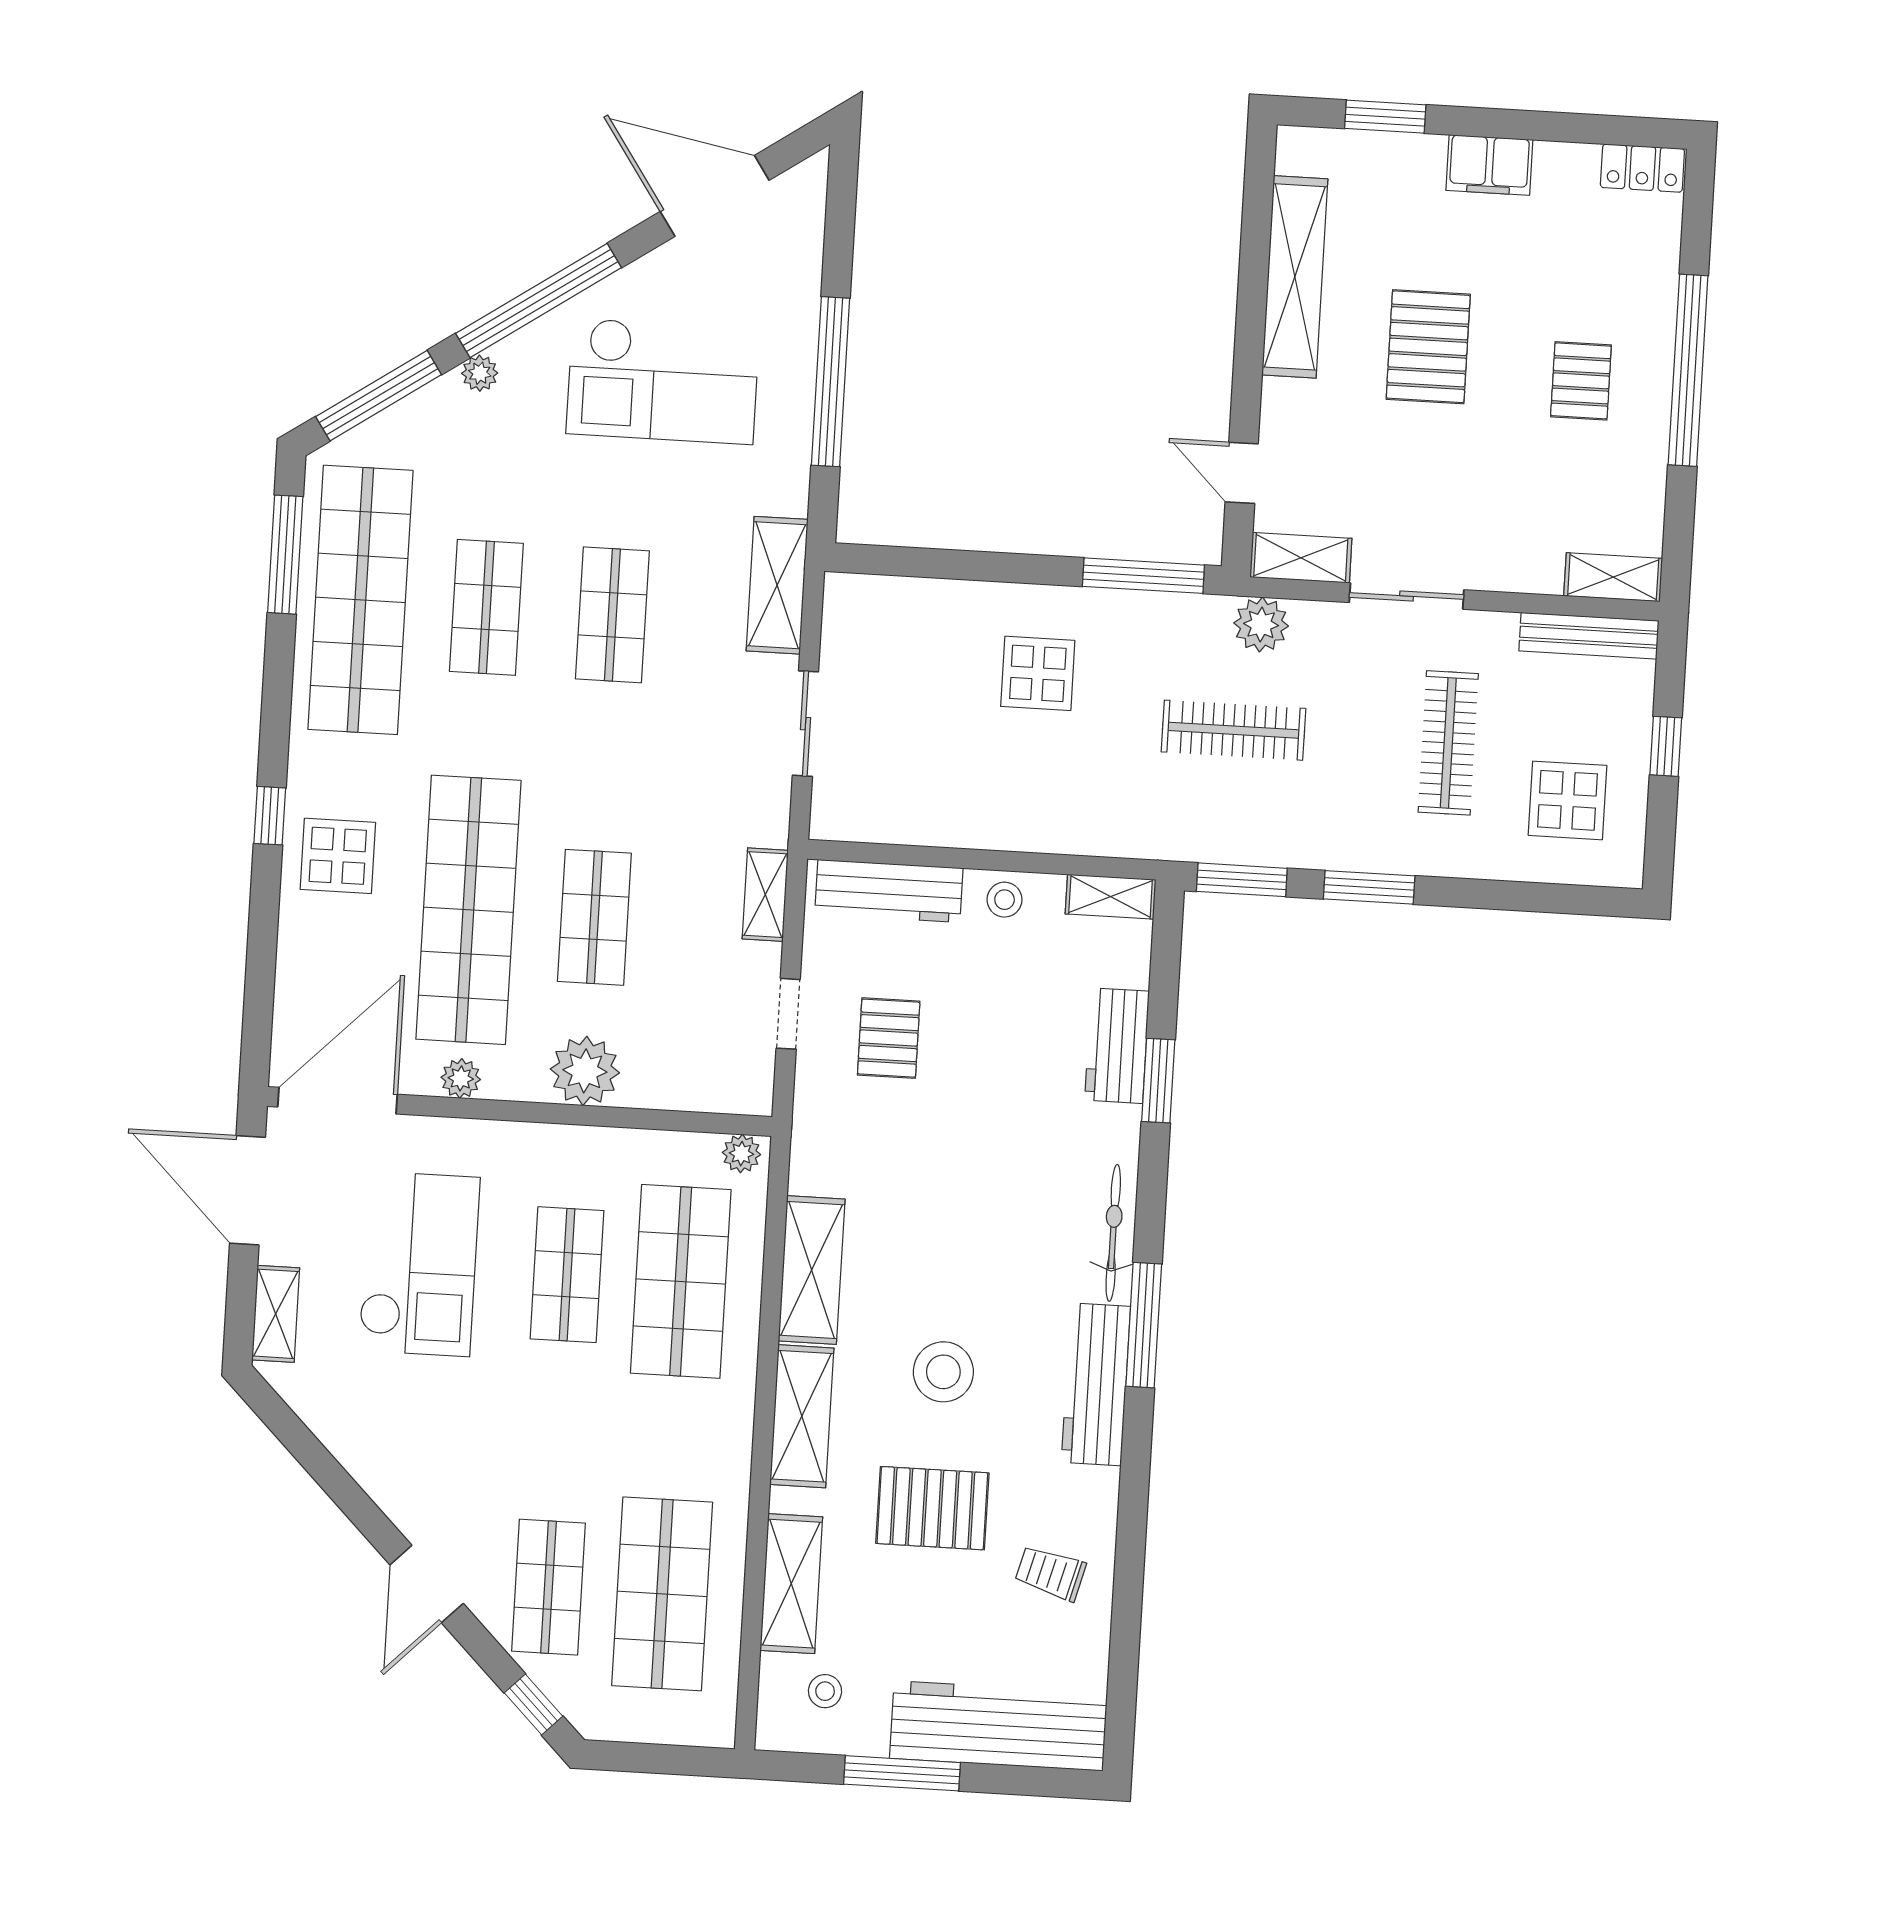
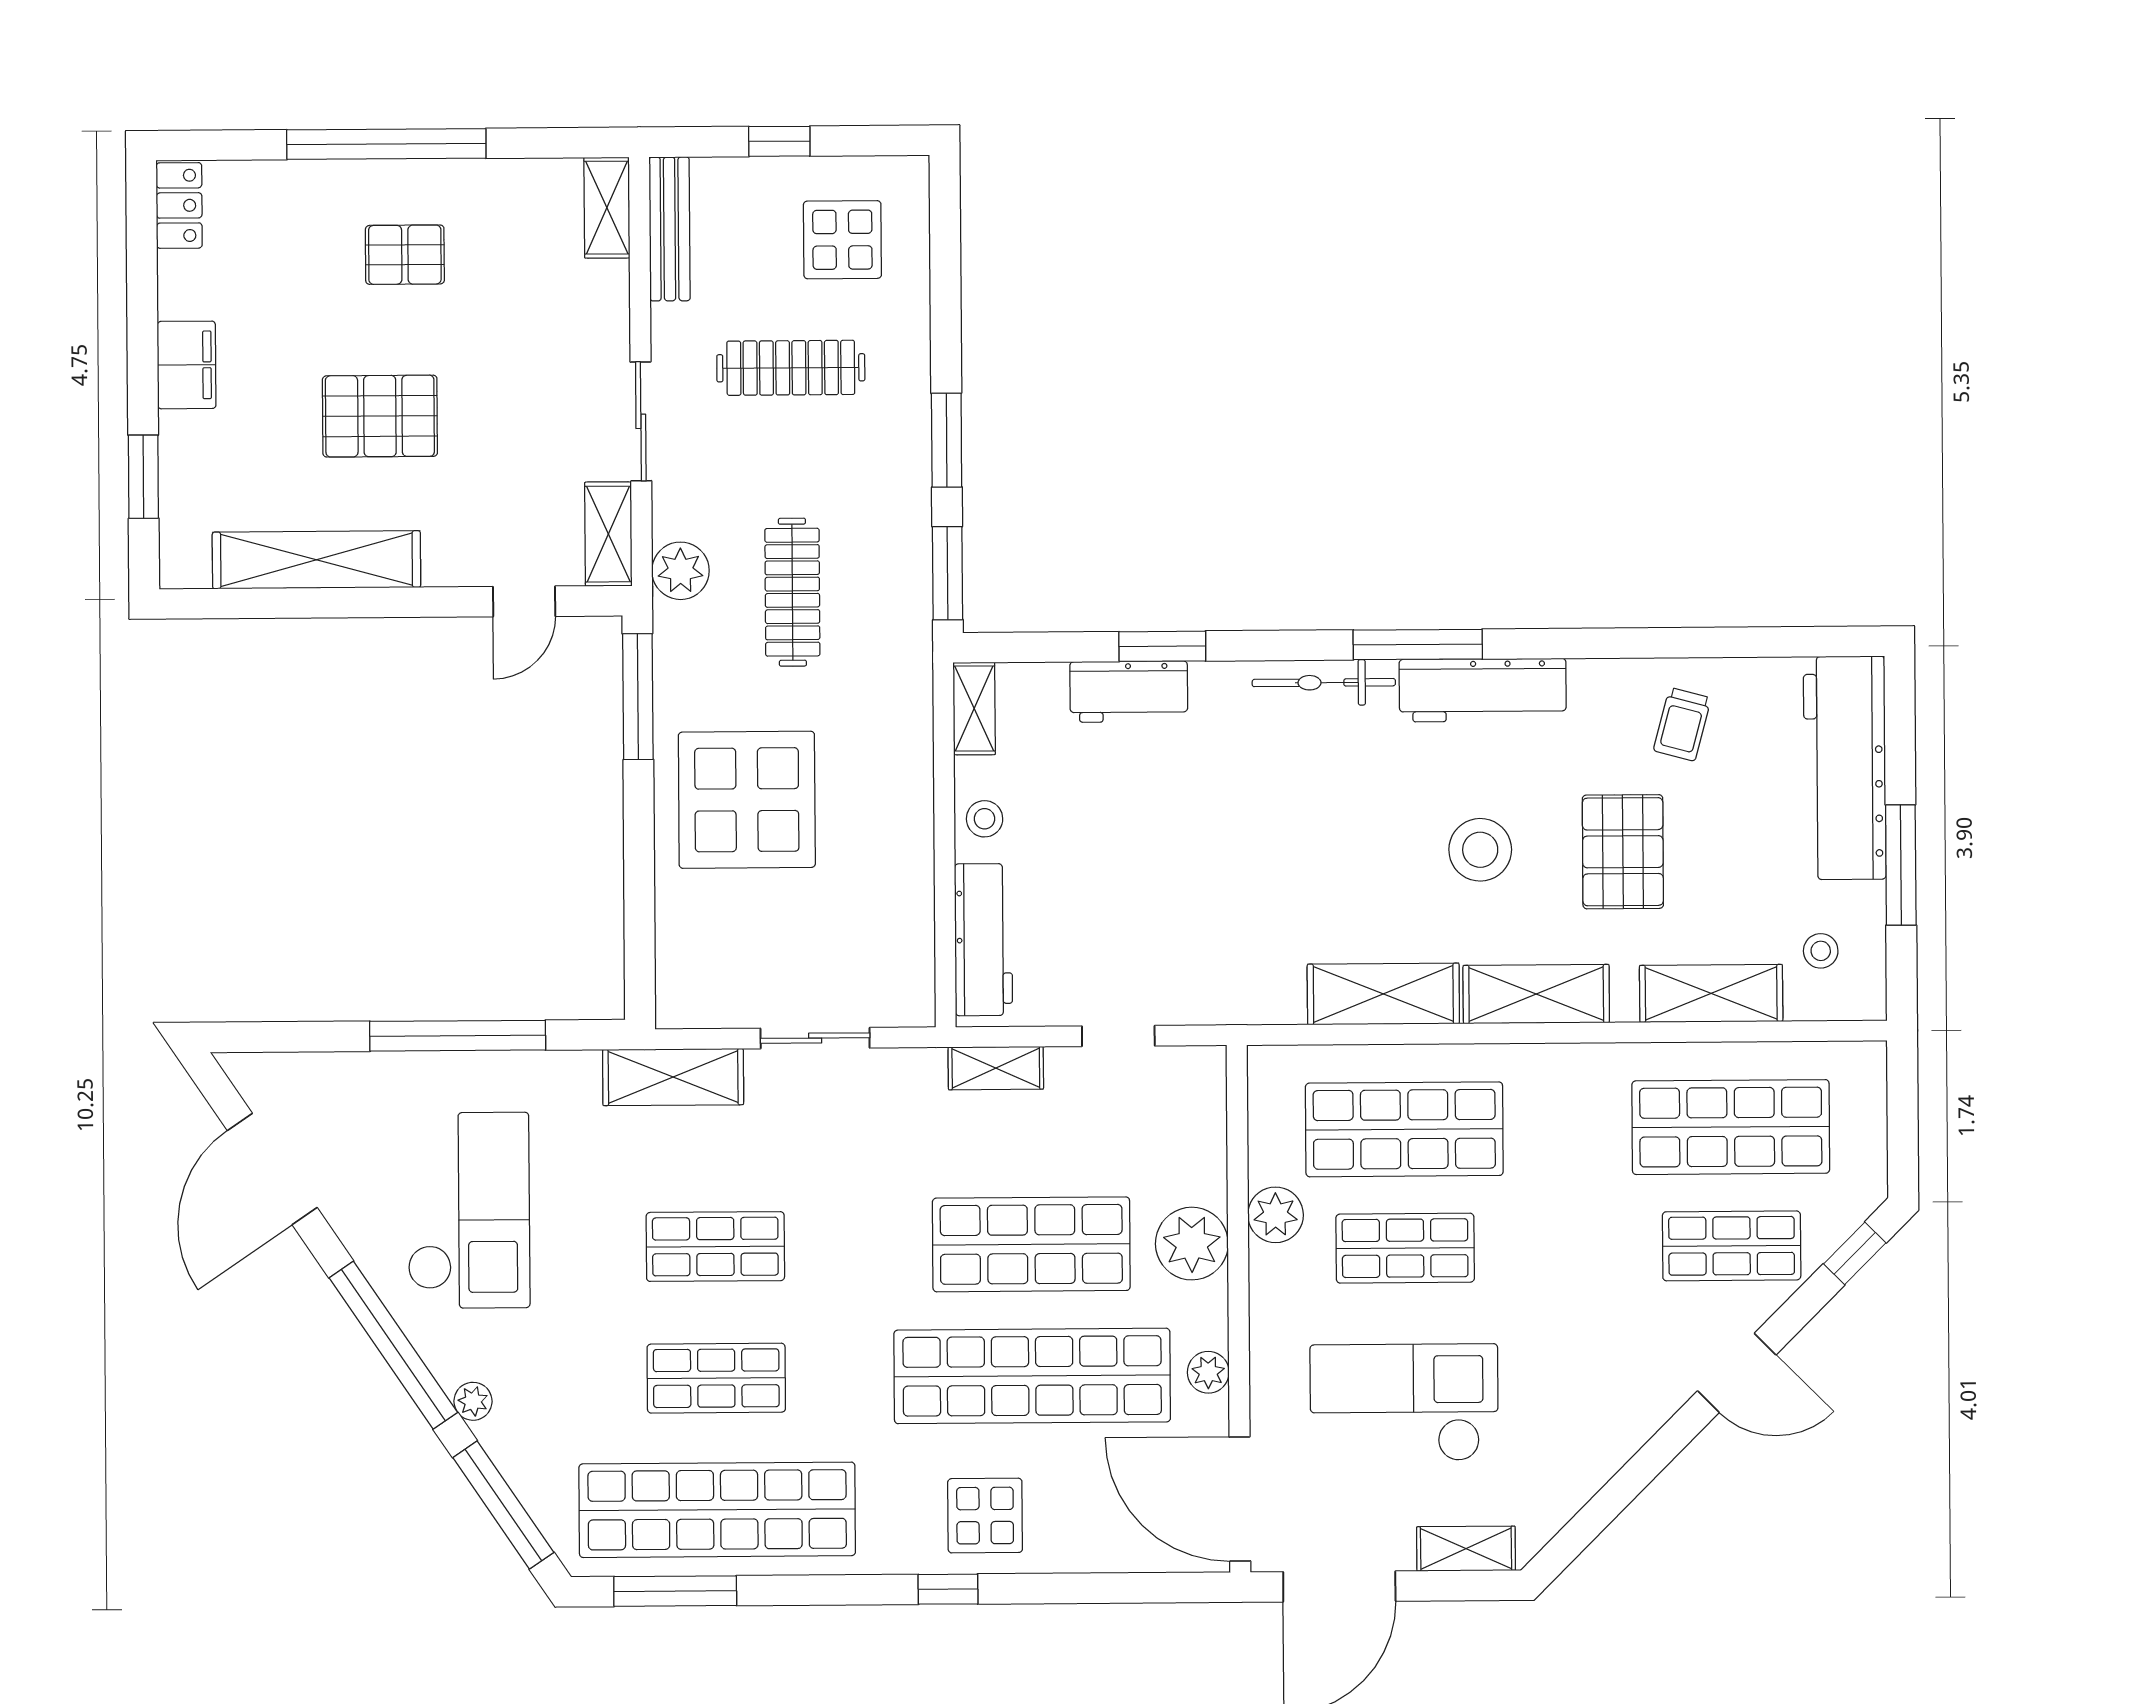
display table: (1038, 673) -> (747, 800), width x1.86, depth x1.86
shop shelf: (594, 917) -> (1031, 1244), width x1.43, depth x1.36
pallet: (889, 1038) -> (1137, 930), removed
plant: (741, 1154) -> (1276, 1215), moved, width x1.38, depth x1.38

